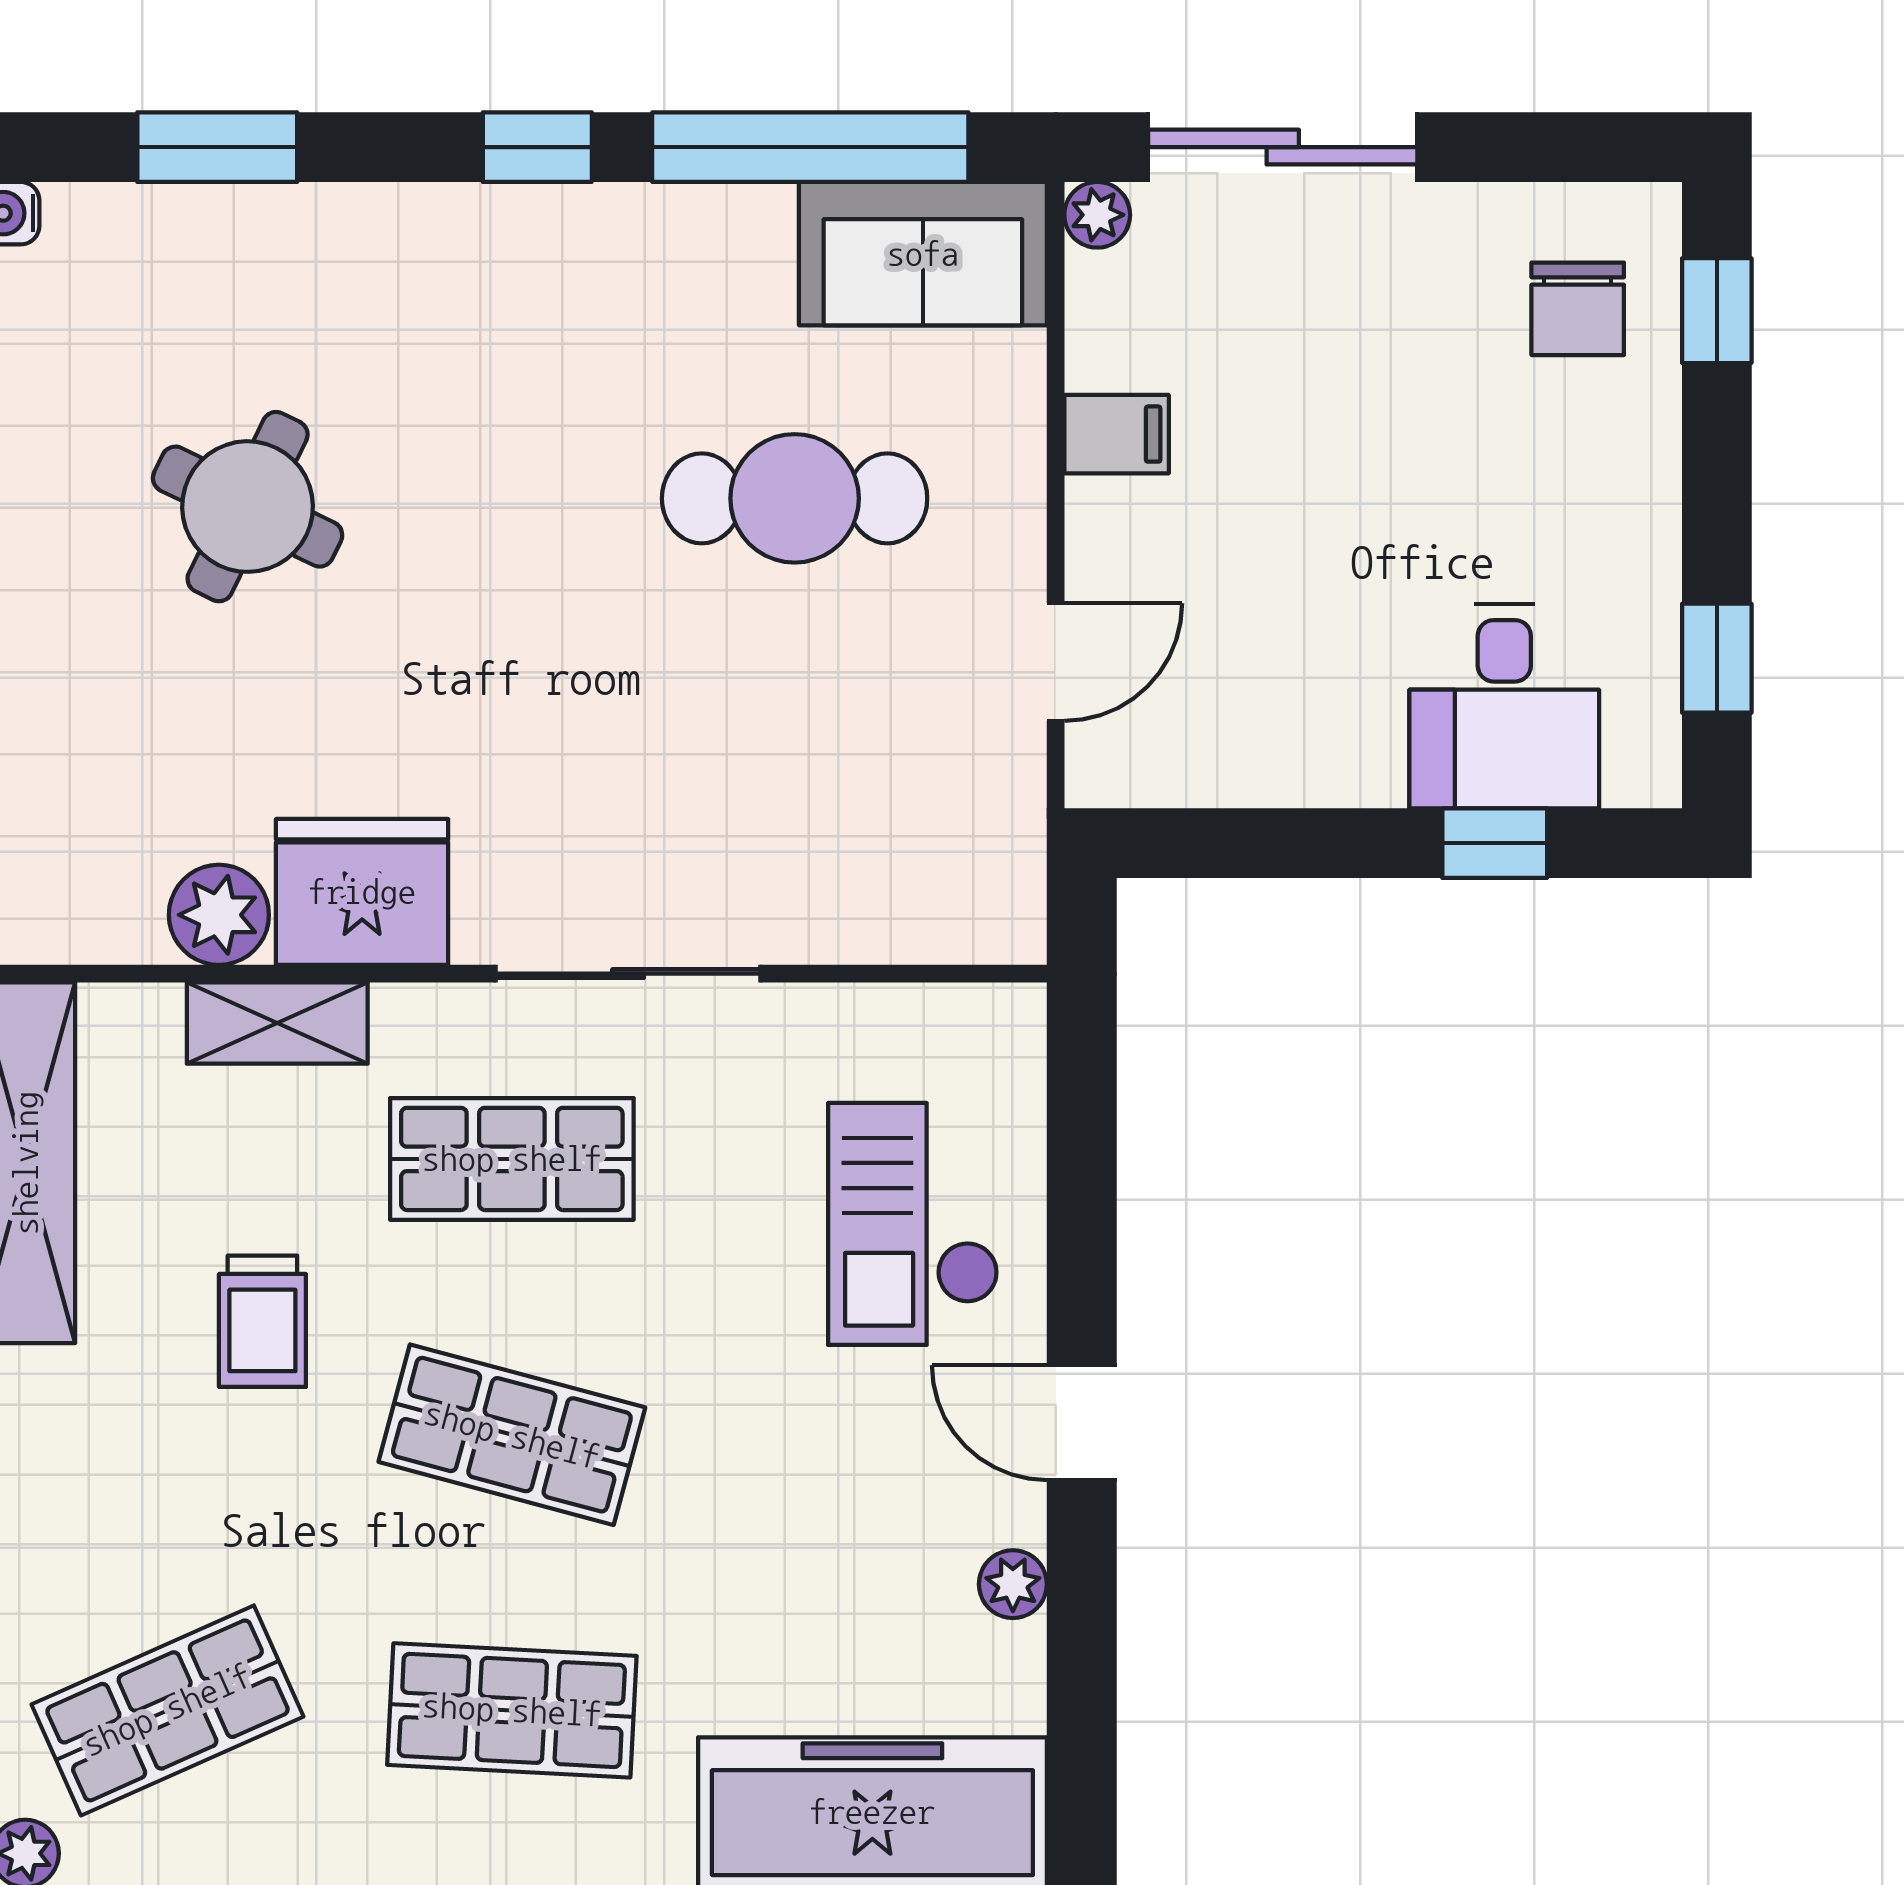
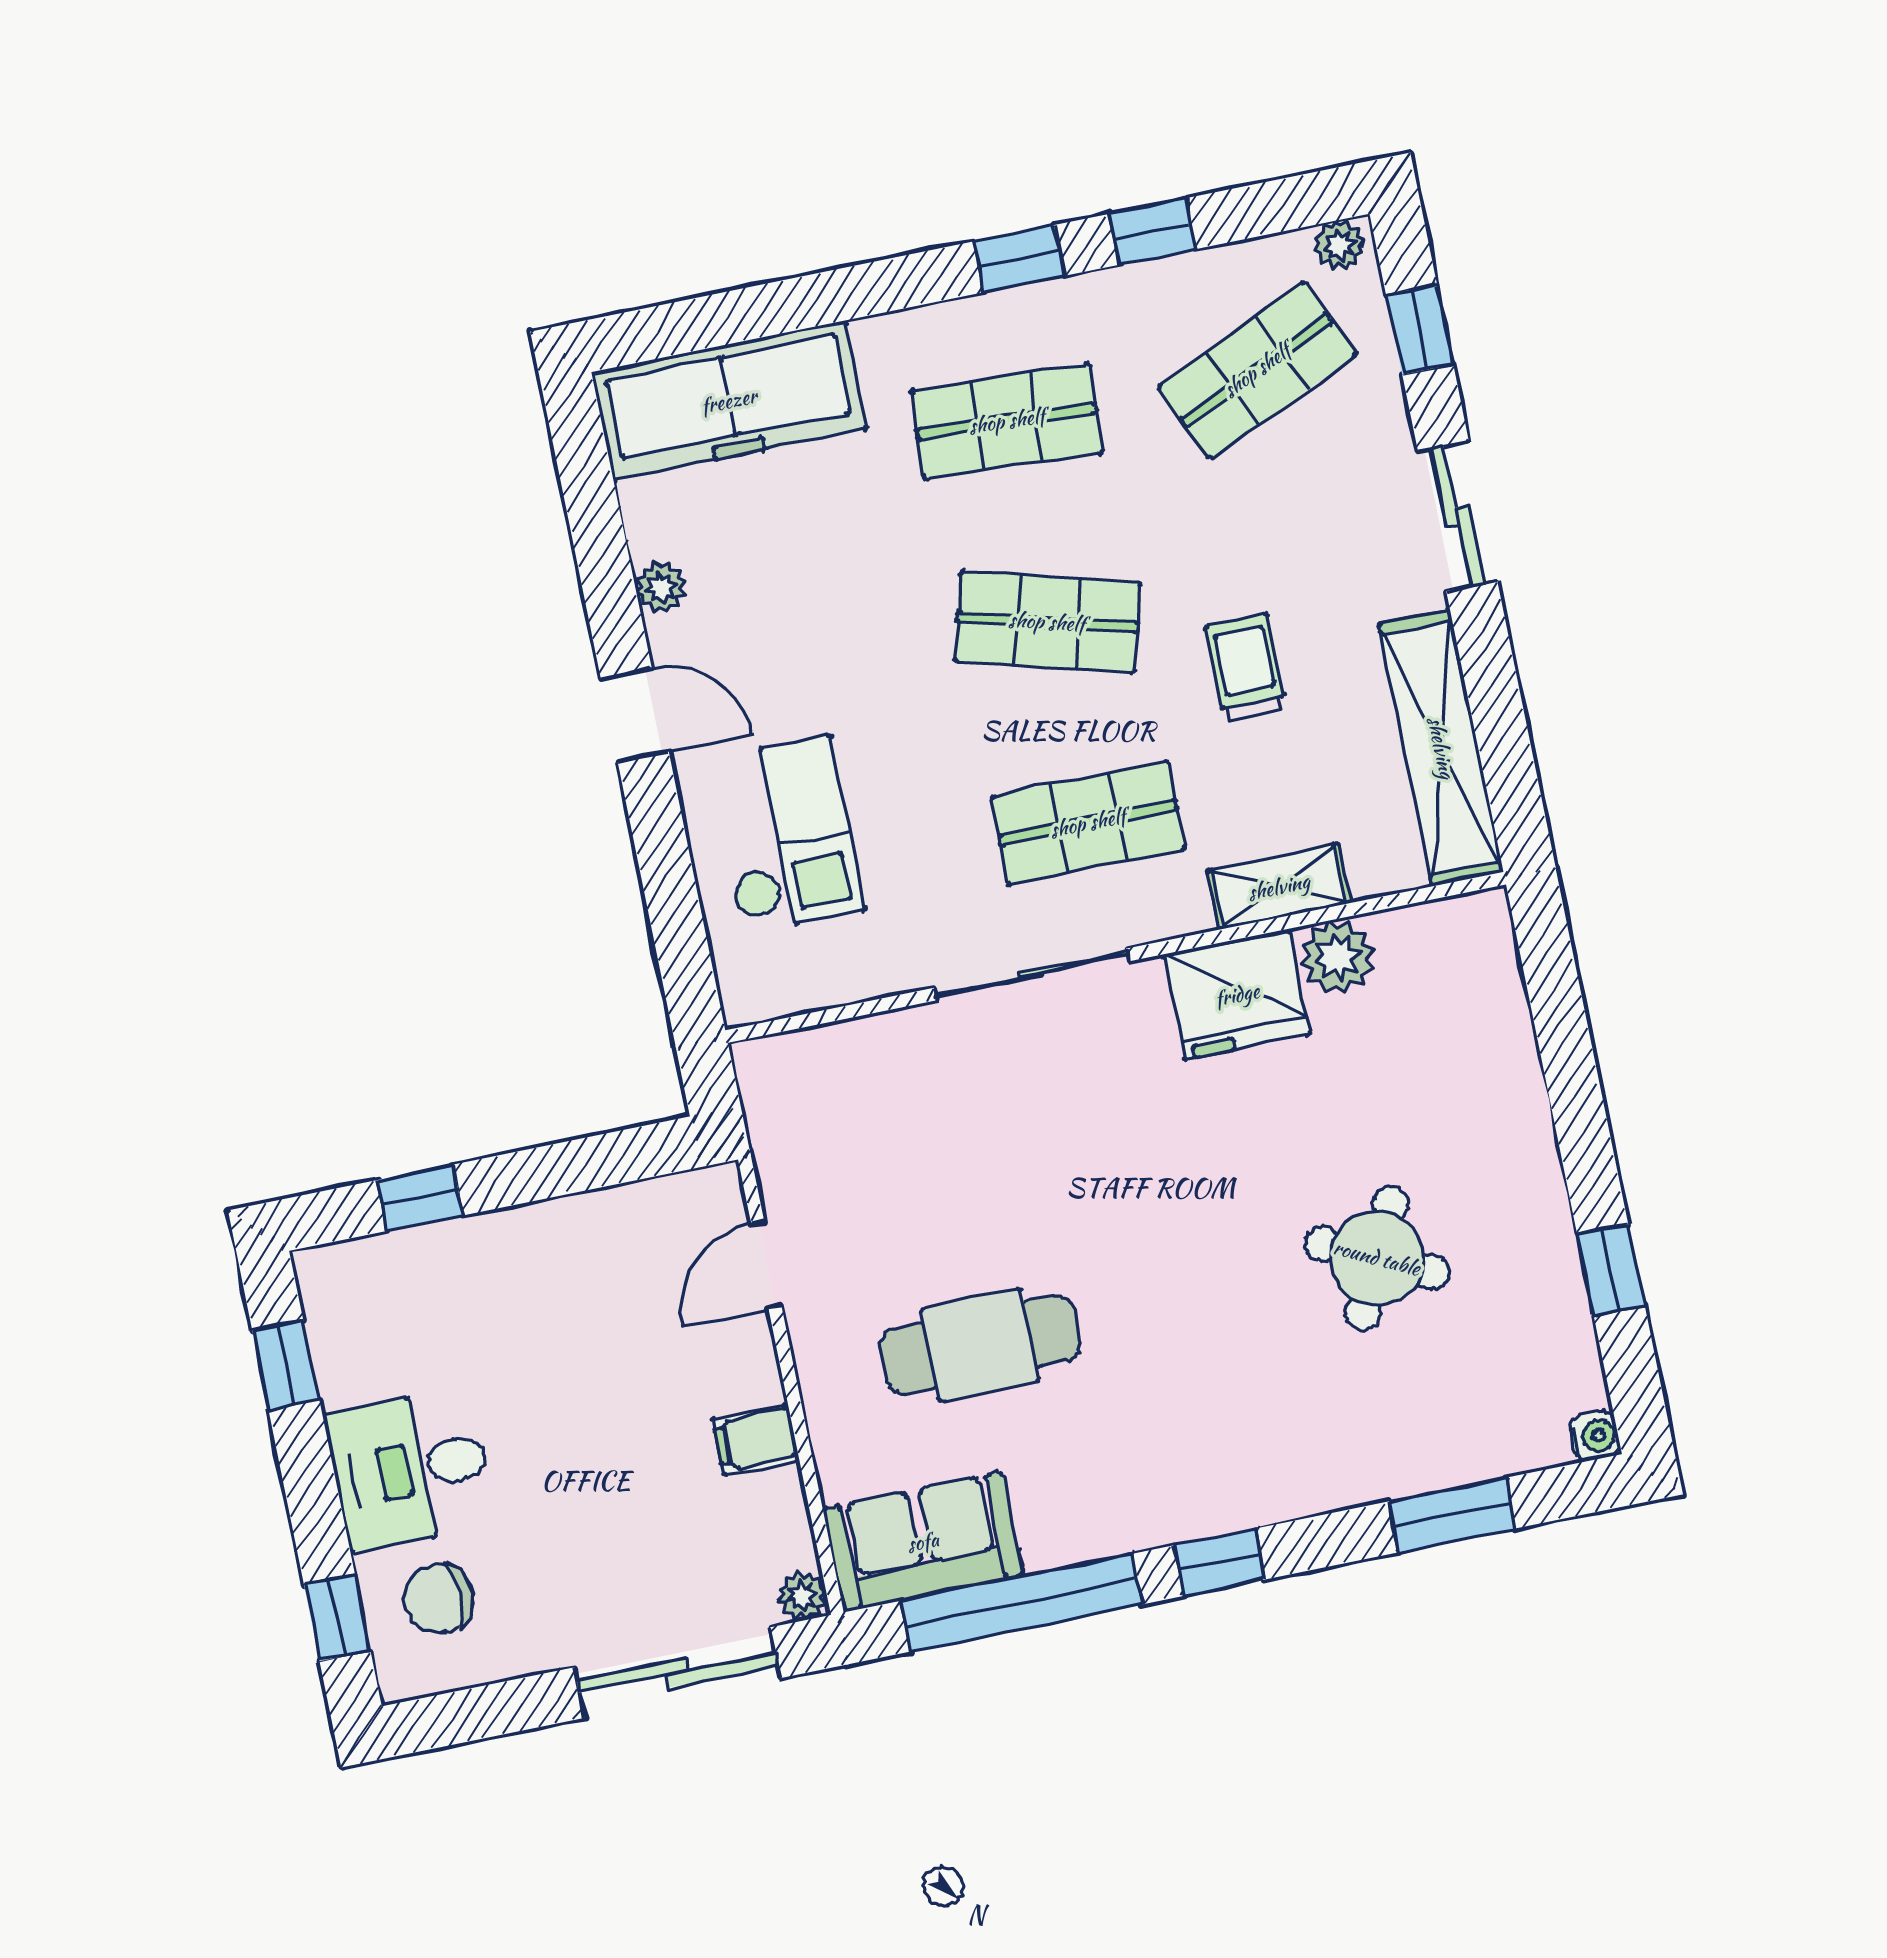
chair: (1578, 309) -> (439, 1599), turned -90
desk: (1504, 706) -> (411, 1469), moved, turned -90

